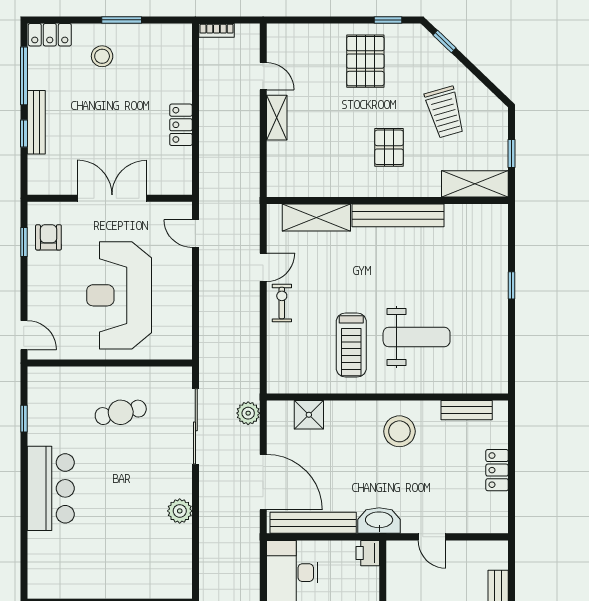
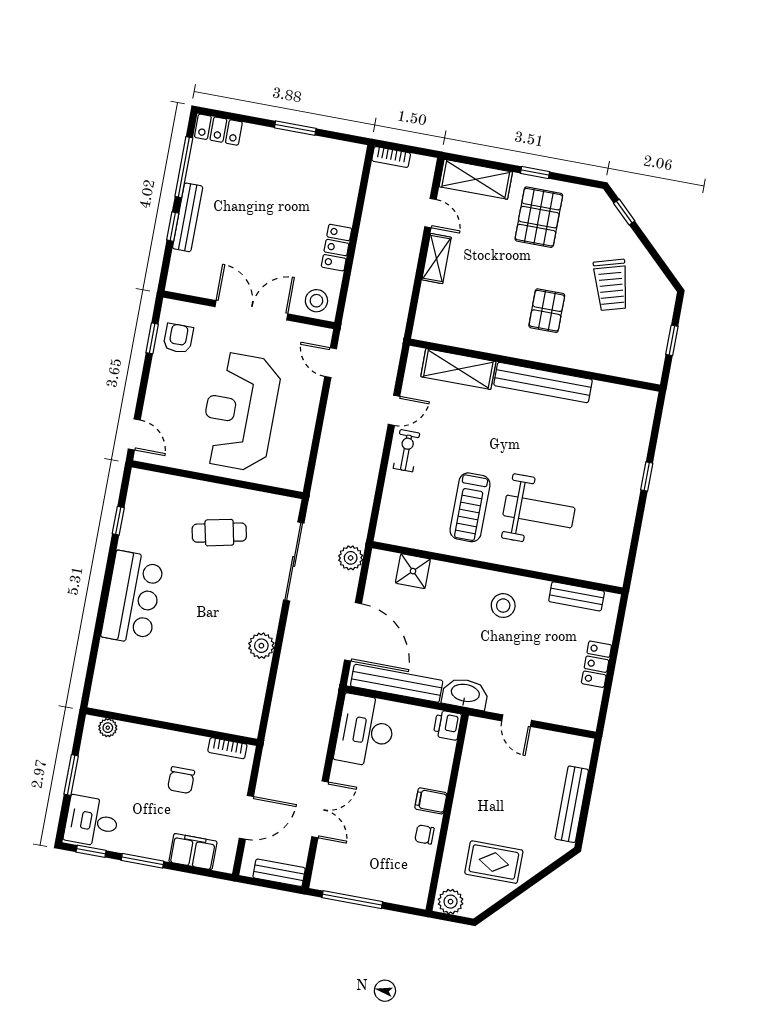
window: (388, 20) -> (535, 173), moved
stool: (102, 56) -> (316, 301), moved
shelving: (475, 184) -> (476, 179), moved
stool: (399, 431) -> (503, 606), width x0.73, depth x0.73

